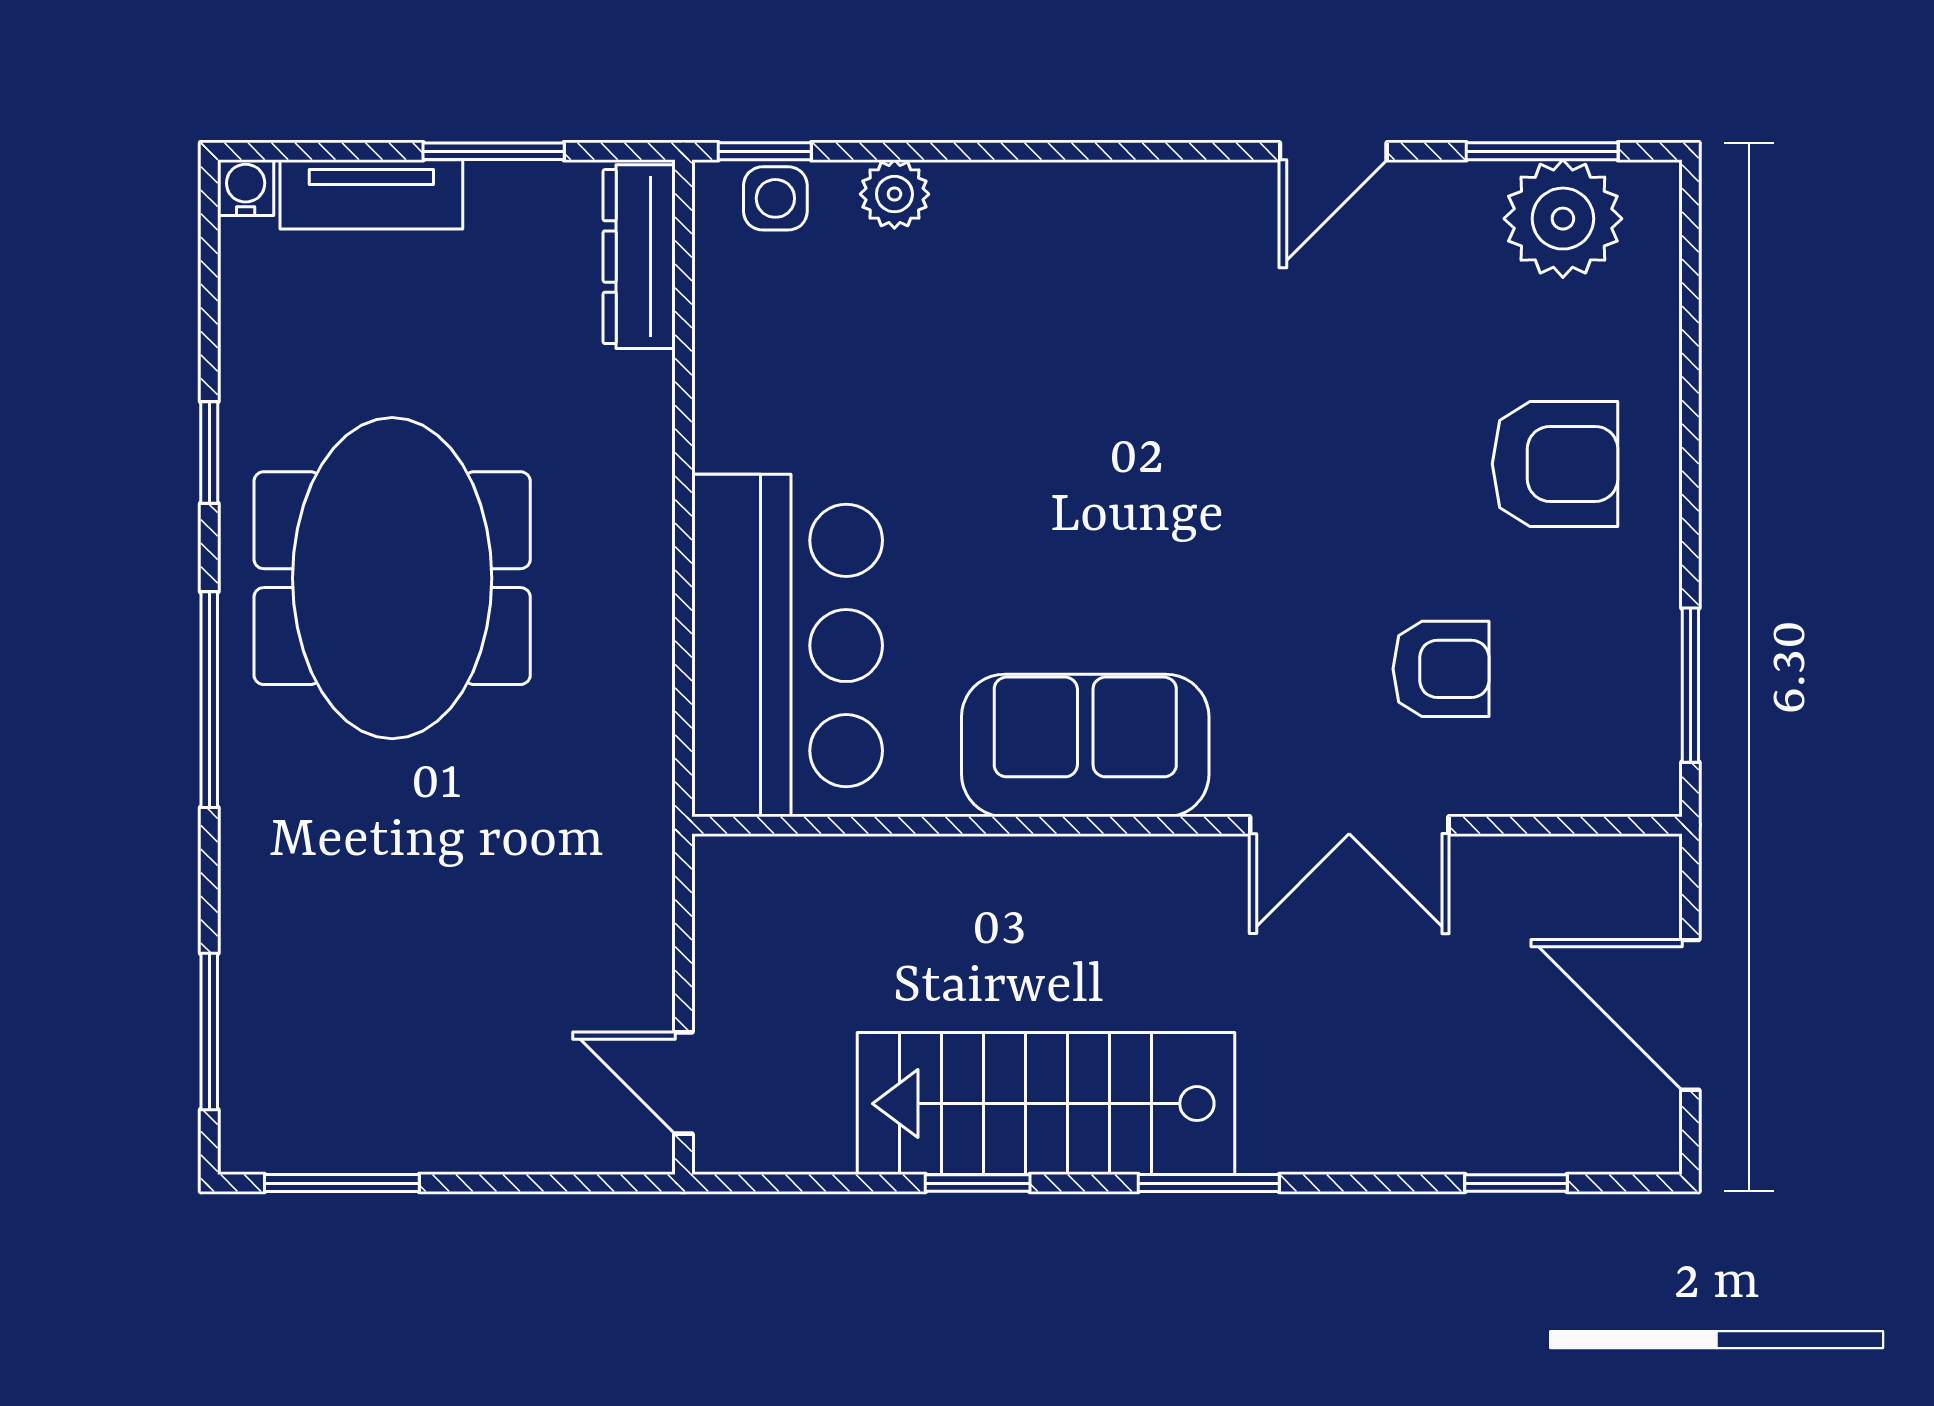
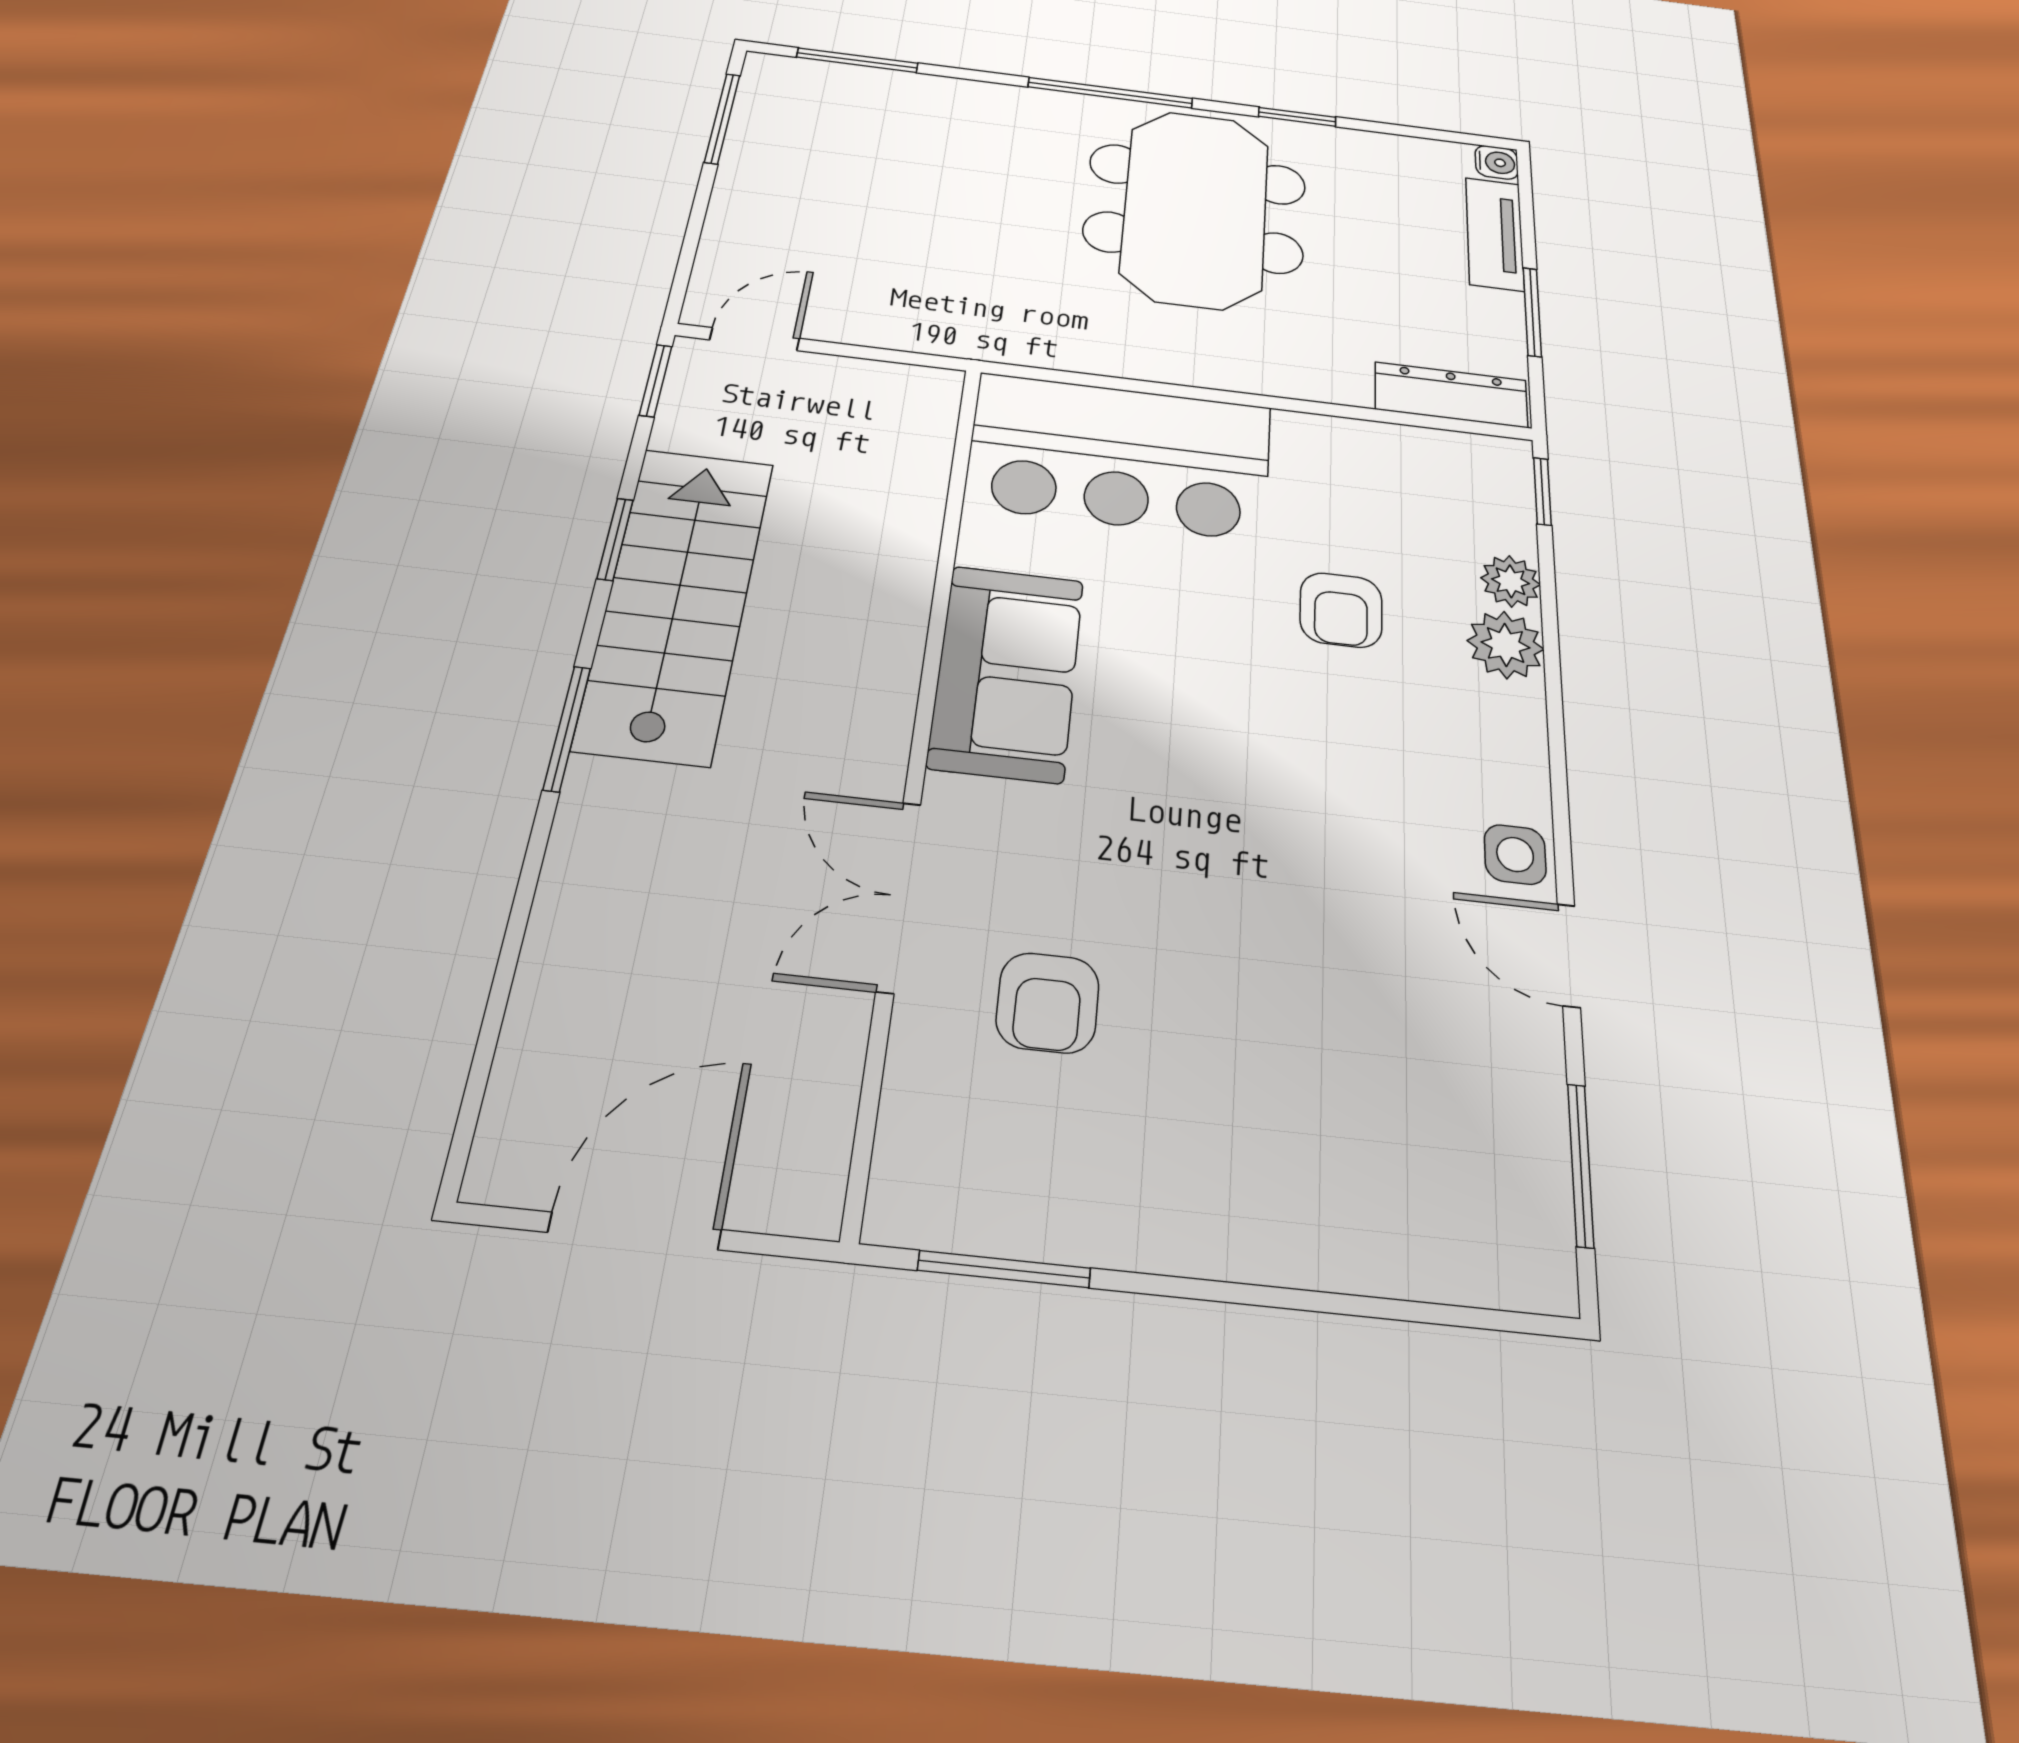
side table: (775, 198) -> (1515, 854), moved
plant: (1563, 219) -> (1506, 645), moved, width x0.73, depth x0.73
armchair: (1555, 464) -> (1341, 610), moved, width x0.72, depth x0.72
meeting table: (392, 578) -> (1195, 208), turned 90
window: (1516, 1183) -> (656, 381), moved

